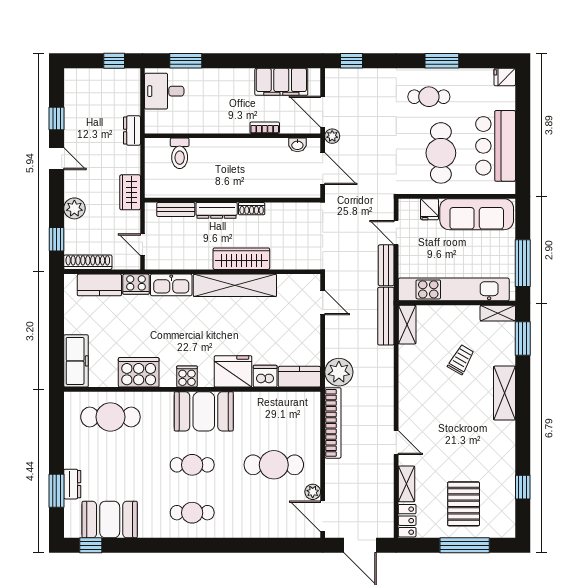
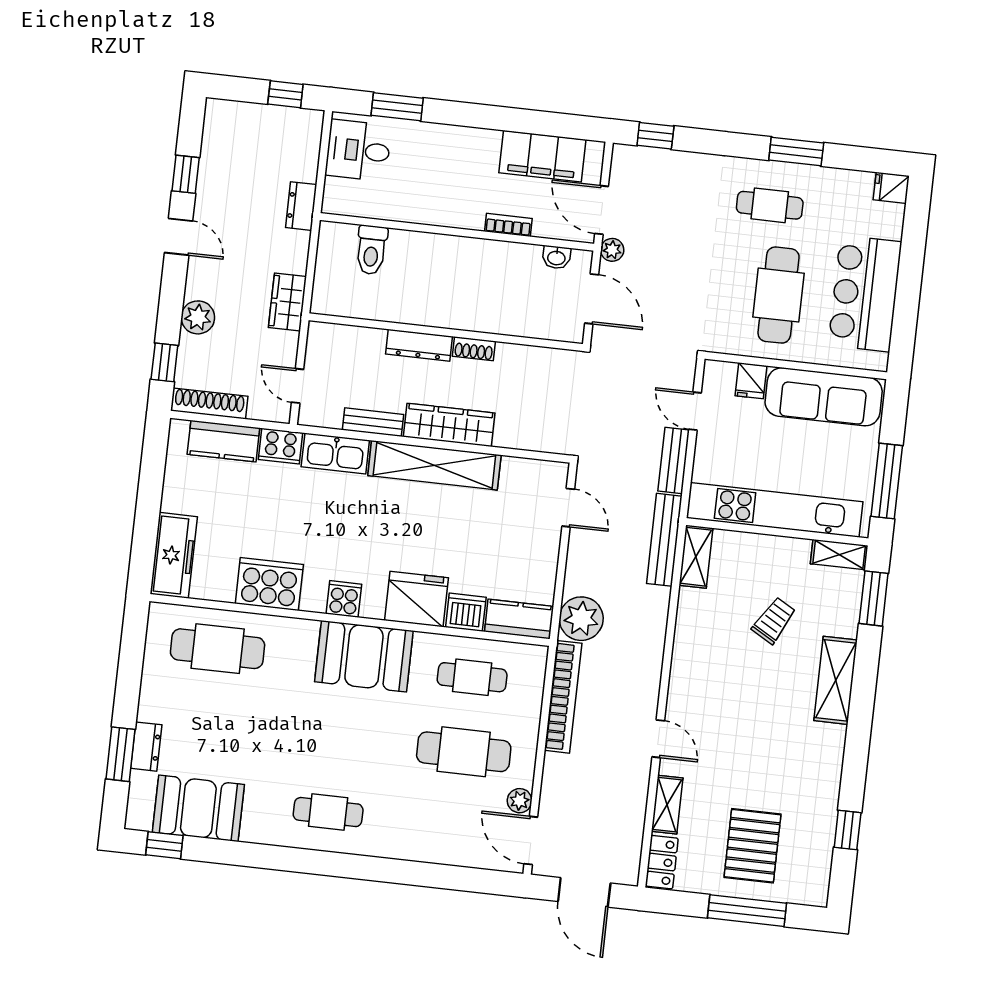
bench: (176, 209) -> (373, 422), moved
cafe table: (192, 465) -> (472, 677), moved

